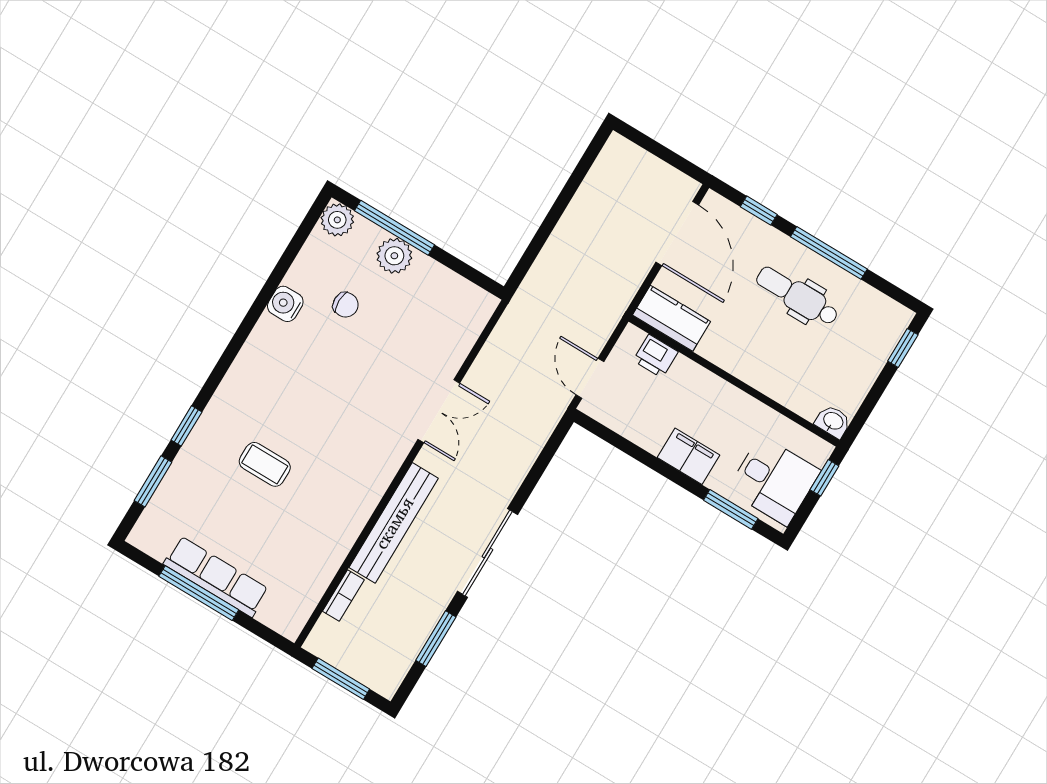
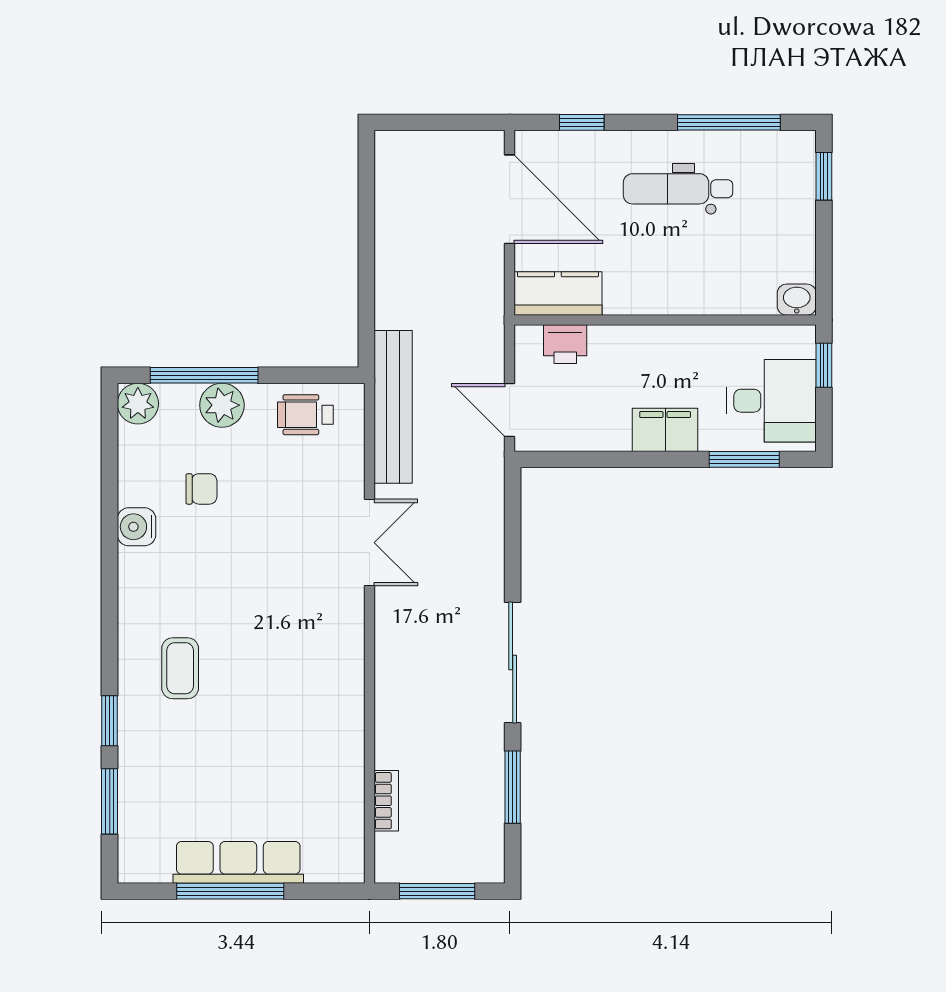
window: (829, 253) -> (729, 122), moved
wheelchair: (448, 297) -> (305, 415), added
coffee table: (265, 464) -> (180, 668), moved, turned 90
bench: (394, 523) -> (393, 407), moved

